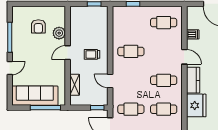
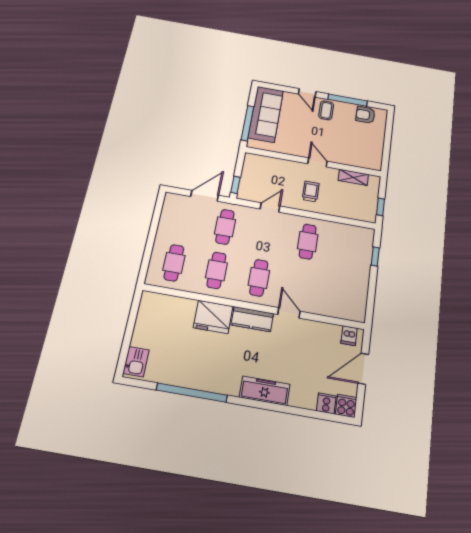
cafe table: (164, 23) -> (344, 293), removed
armchair: (38, 26) -> (365, 115), moved
plant: (59, 33) -> (346, 157), removed
dishwasher: (193, 34) -> (349, 336), moved
coffee table: (22, 52) -> (326, 110), added
door: (184, 57) -> (289, 313), swing flipped
shelving: (75, 85) -> (353, 177), moved

